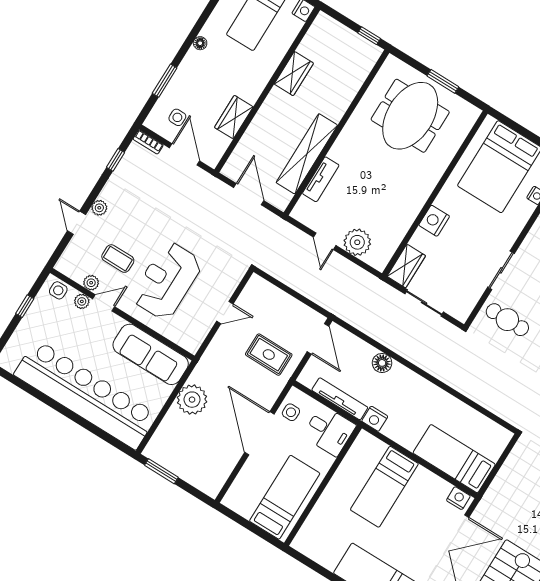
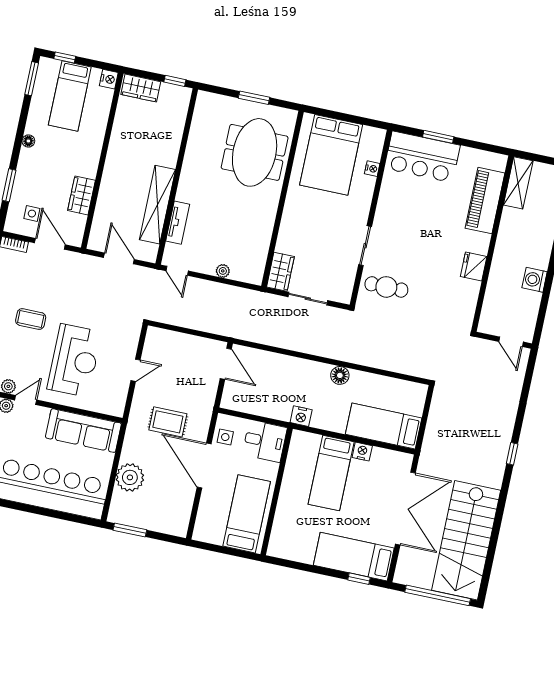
wardrobe: (294, 74) -> (141, 88), moved, turned 90
meeting table: (410, 116) -> (255, 152), moved
nightstand: (434, 221) -> (291, 223), removed
door: (325, 241) -> (177, 271), moved
plant: (357, 242) -> (223, 271), width x0.53, depth x0.53
coffee table: (118, 259) -> (31, 319), moved
reception desk: (167, 281) -> (74, 360), turned 180
rug: (269, 355) -> (168, 422), moved
floor lamp: (382, 363) -> (340, 375), moved
tv unit: (340, 399) -> (264, 410), removed
plant: (192, 400) -> (130, 477), moved
nightstand: (458, 498) -> (362, 452), moved

